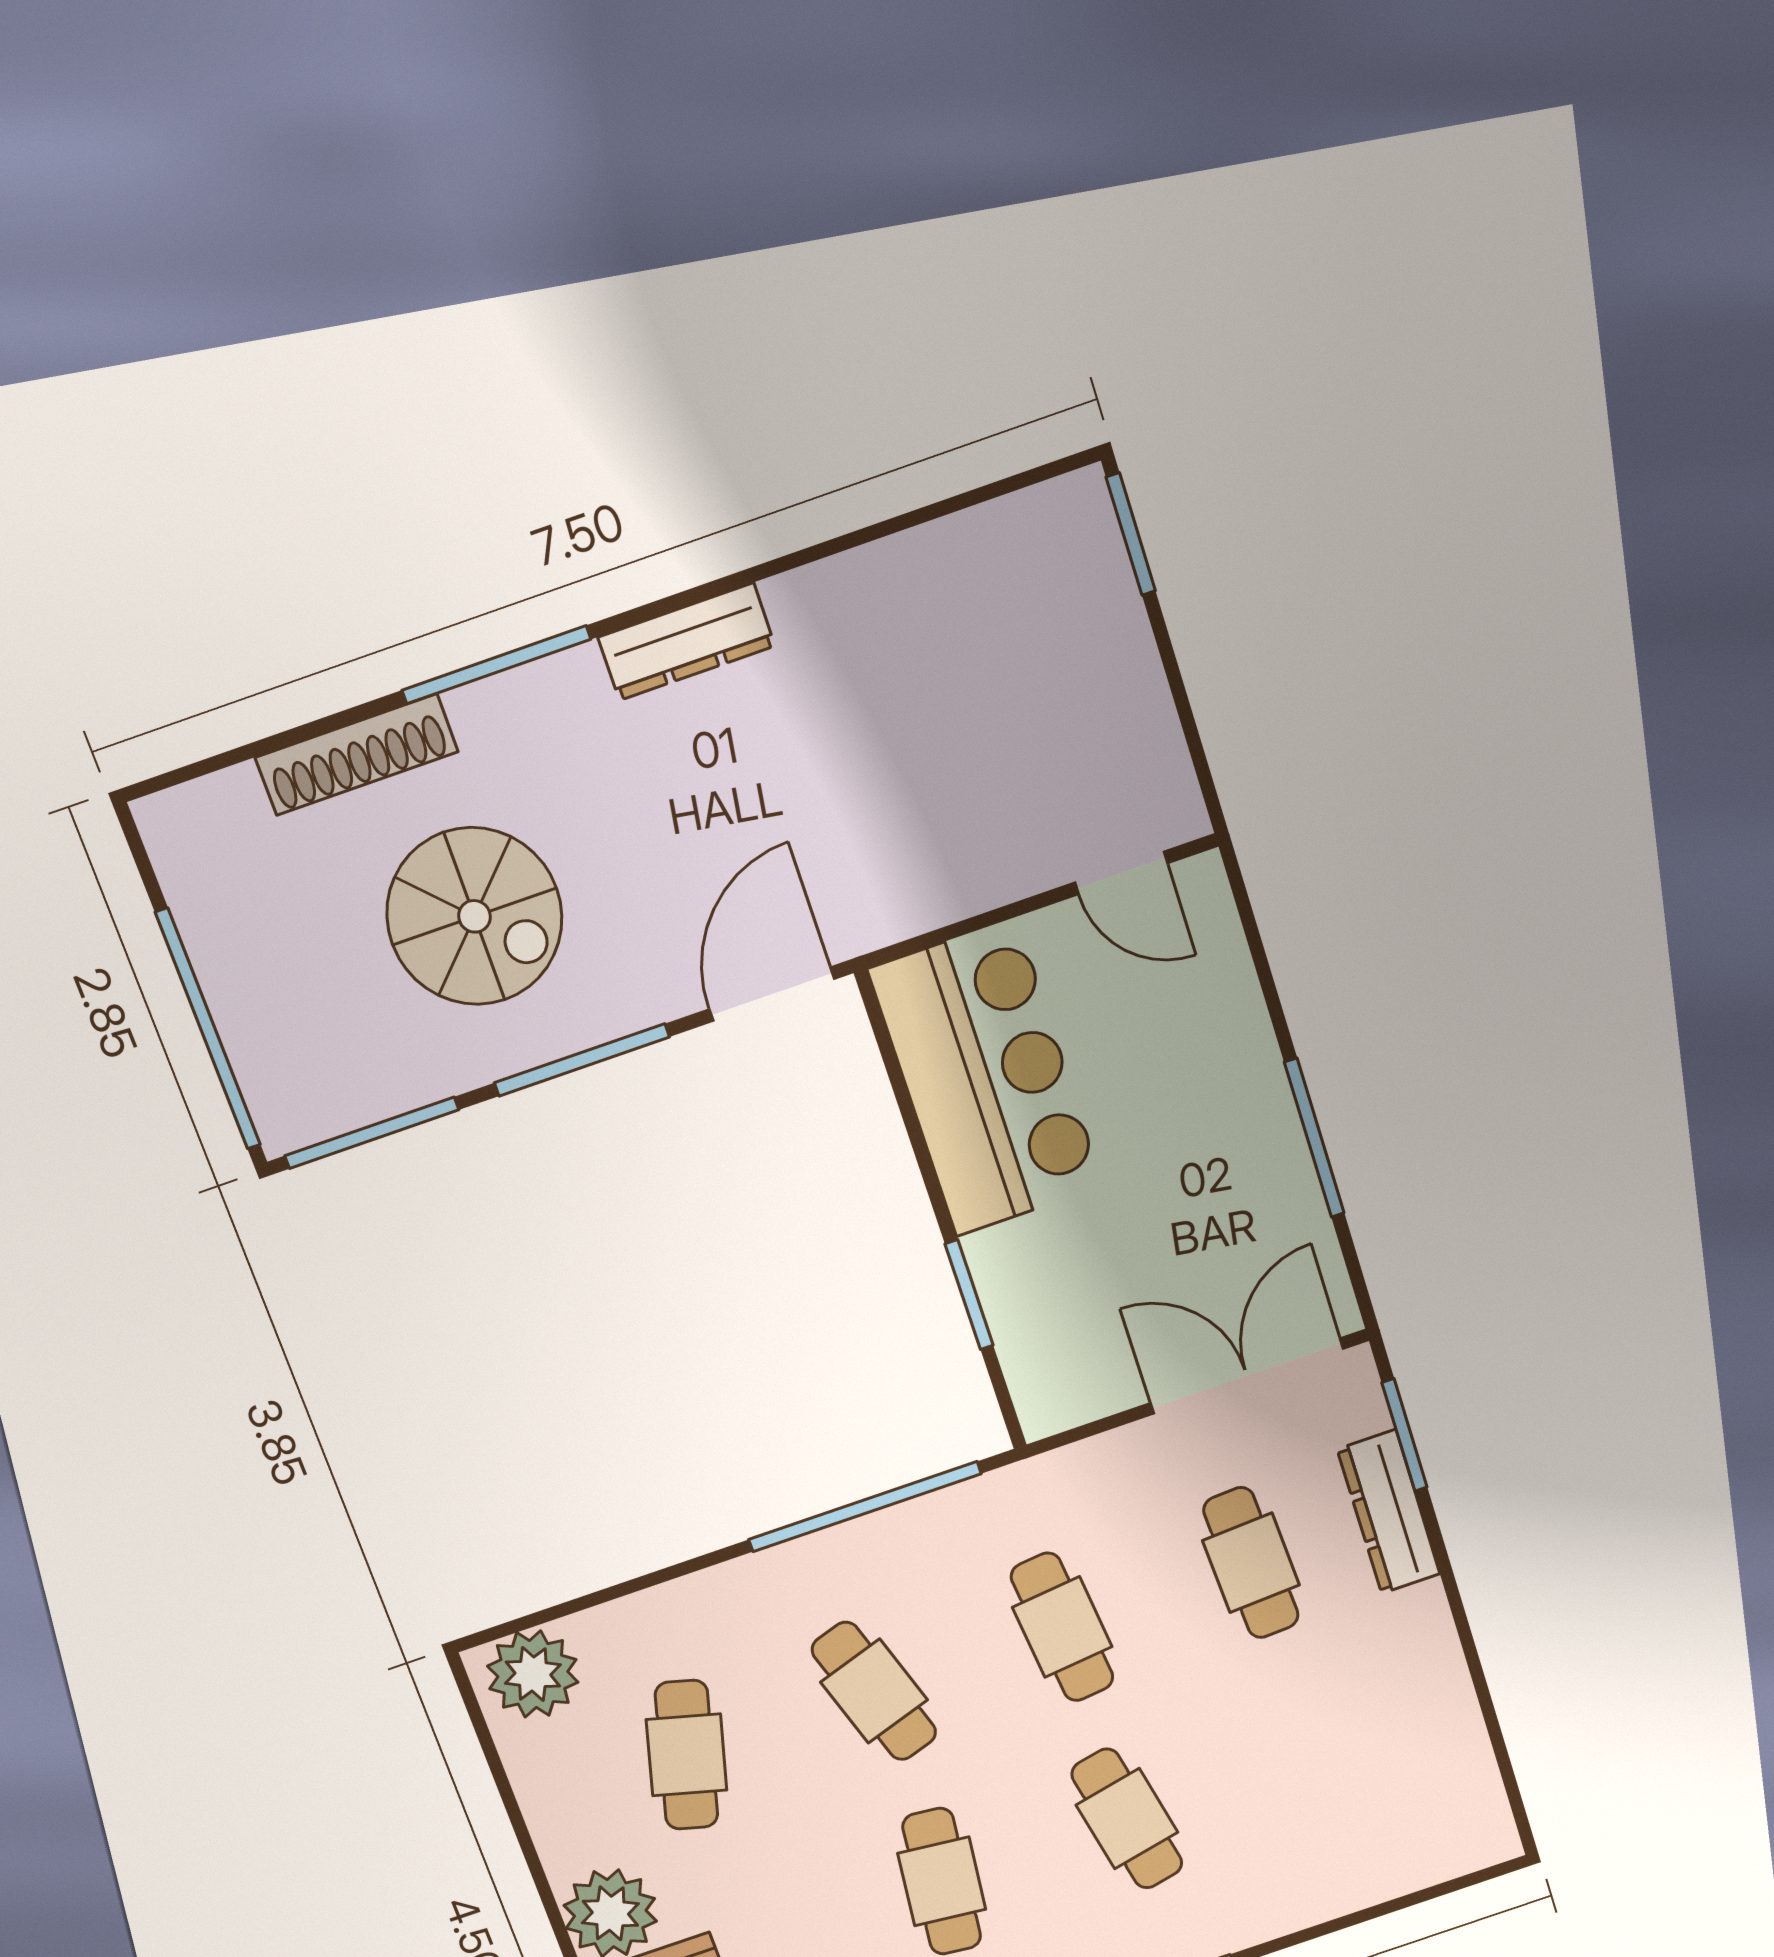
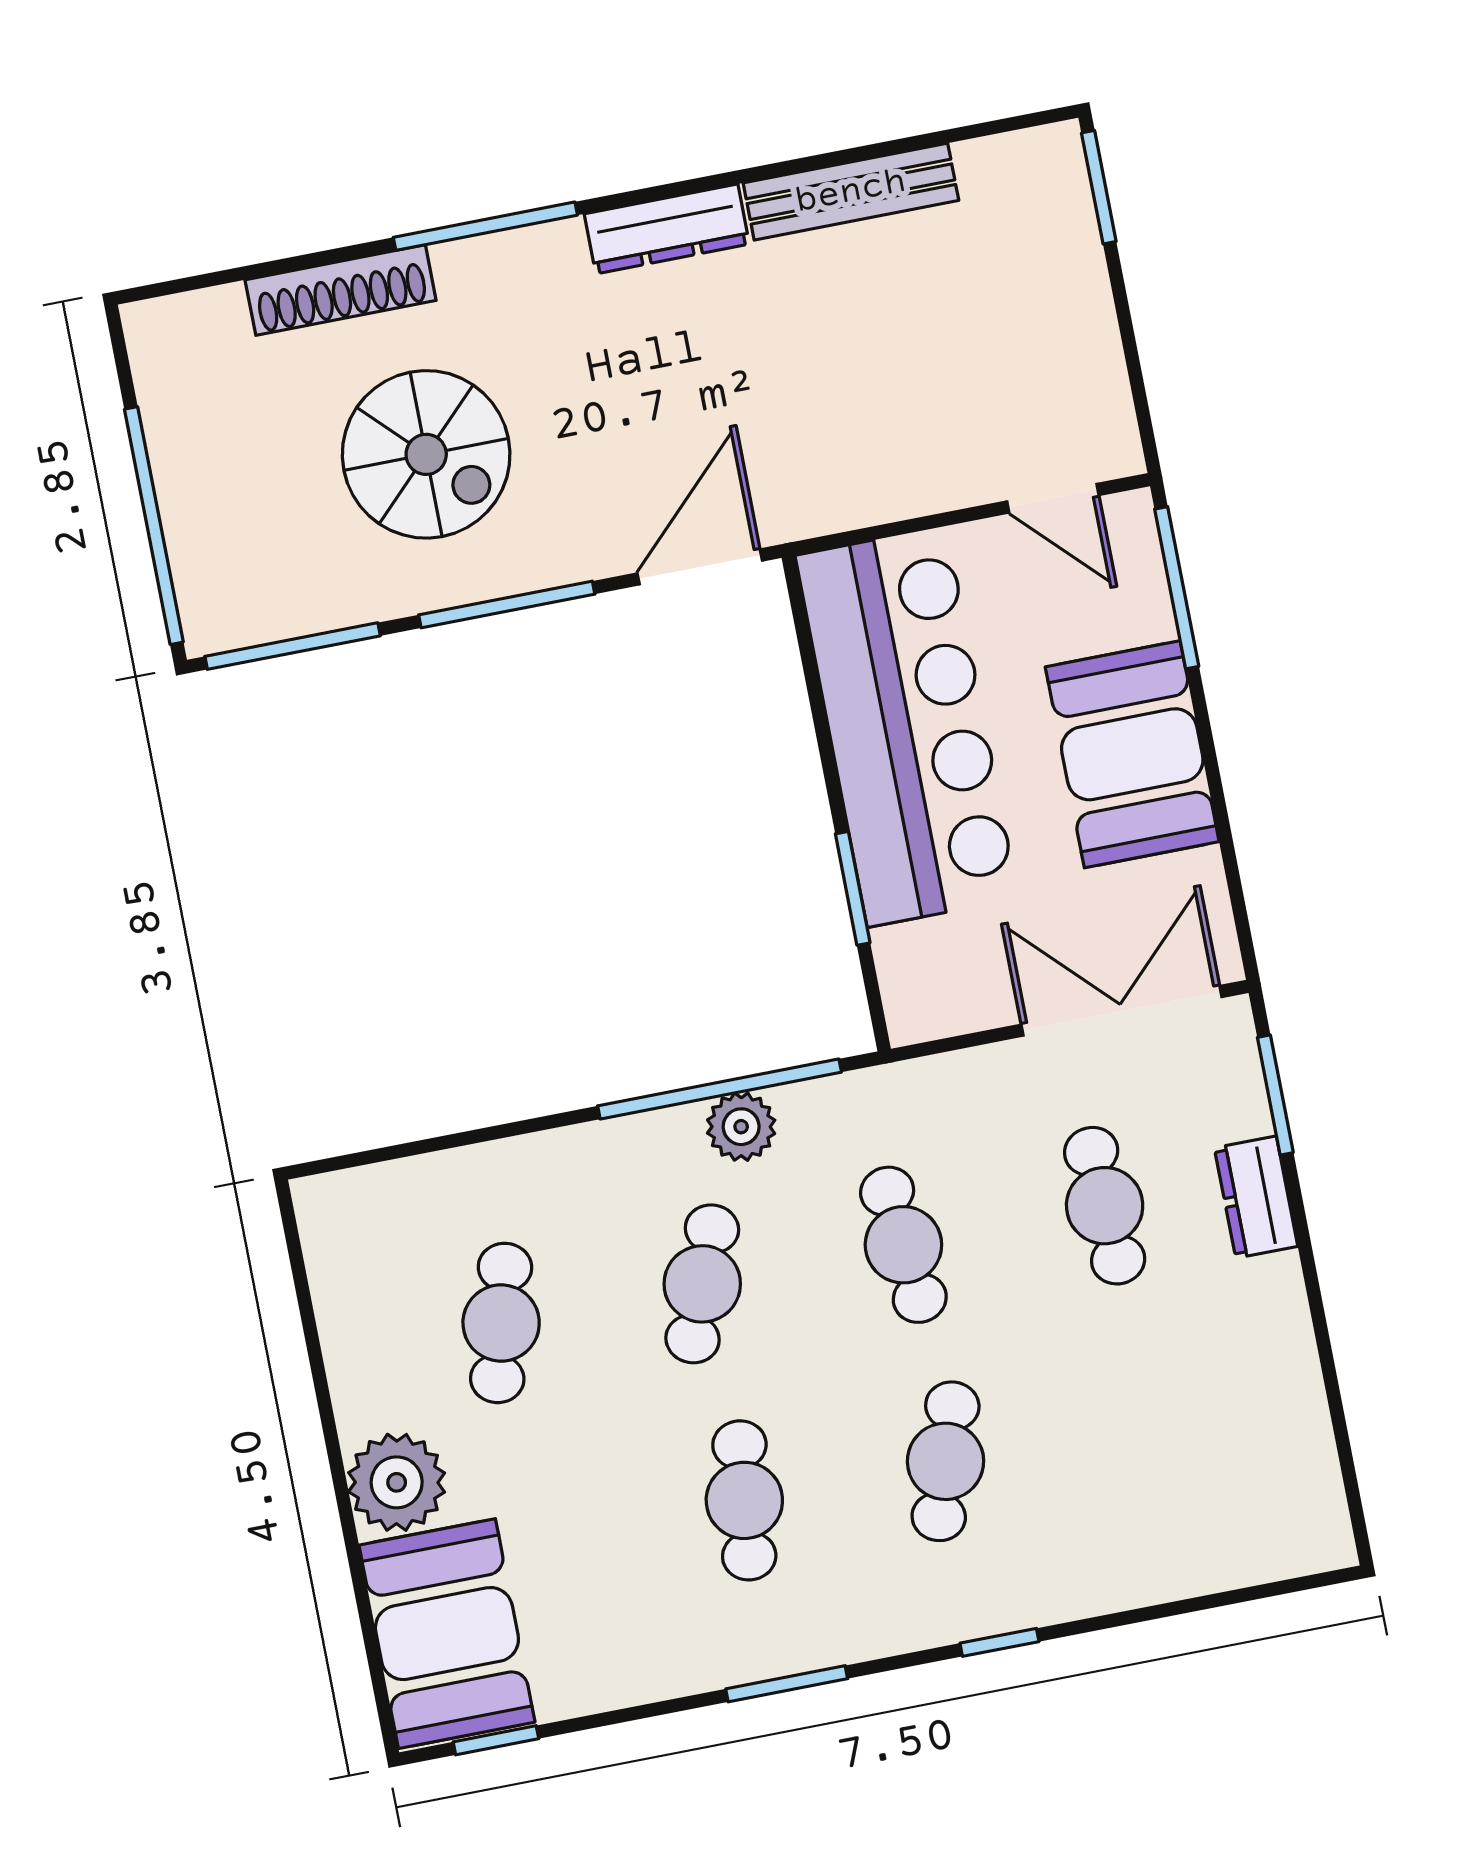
bench: (873, 575) -> (851, 192), added
bar counter: (986, 1078) -> (907, 727), width x1.36
booth: (1230, 1123) -> (1132, 754), added
window: (1314, 1138) -> (1177, 588), moved
dresser: (1389, 1512) -> (1256, 1197), width x0.70
plant: (533, 1674) -> (741, 1127), moved, width x0.73, depth x0.73
cafe table: (874, 1691) -> (702, 1284), turned 39
cafe table: (1127, 1819) -> (946, 1461), turned 30

